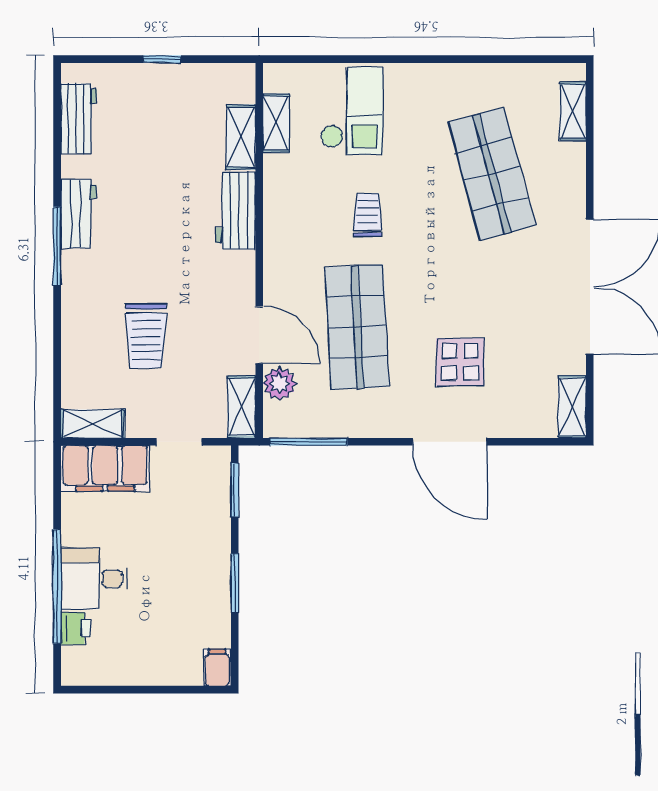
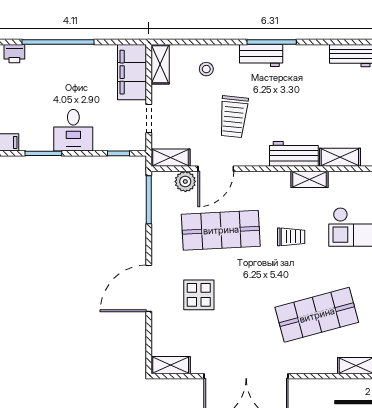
shelving: (276, 123) -> (310, 179), moved
workbench: (79, 214) -> (261, 55), moved
trolley: (146, 336) -> (233, 117), moved, turned -84
stool: (100, 350) -> (206, 69), added
window: (235, 490) -> (119, 153), width x0.67
desk: (94, 579) -> (73, 130), moved, turned 180
window: (235, 583) -> (43, 153), moved
printer: (76, 628) -> (14, 54), moved

